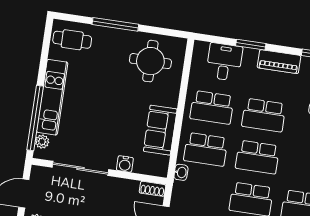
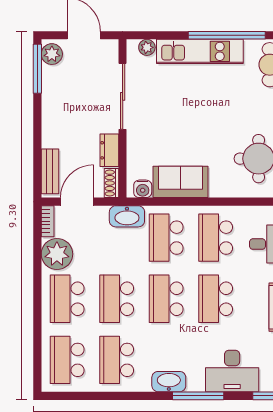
window: (35, 118) -> (227, 35), moved
water cooler: (125, 164) -> (143, 189), moved, turned -90
washbasin: (181, 172) -> (127, 216), width x1.91, depth x1.45
dresser: (124, 186) -> (109, 150), added

